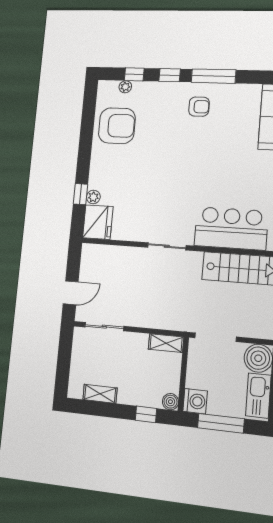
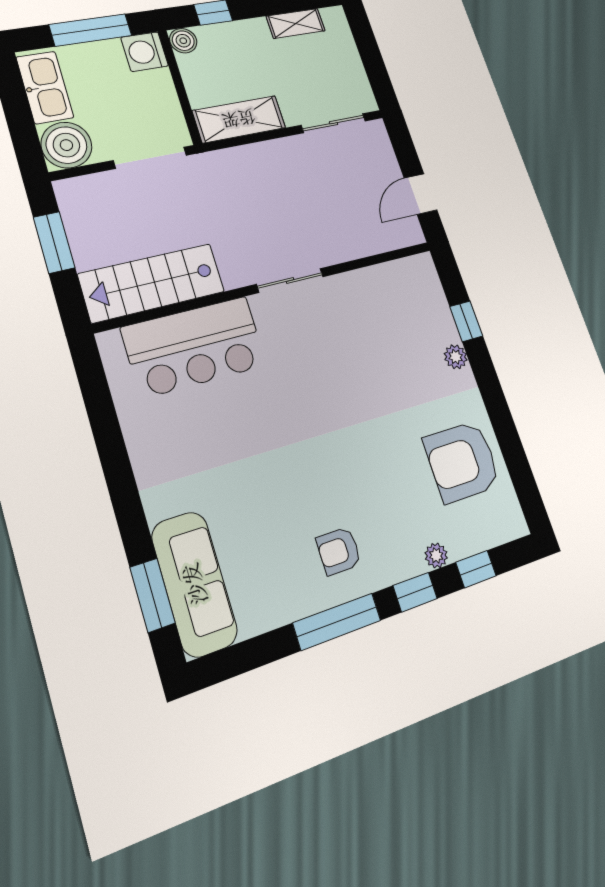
plant: (125, 87) -> (436, 555), moved
plant: (93, 197) -> (456, 357), moved
fridge: (98, 222) -> (418, 284), removed
door: (71, 293) -> (421, 194), moved
shelving: (166, 343) -> (239, 119), width x1.50, depth x1.33

